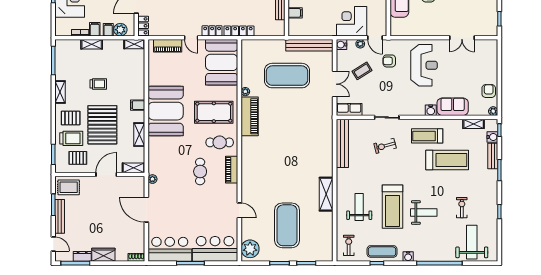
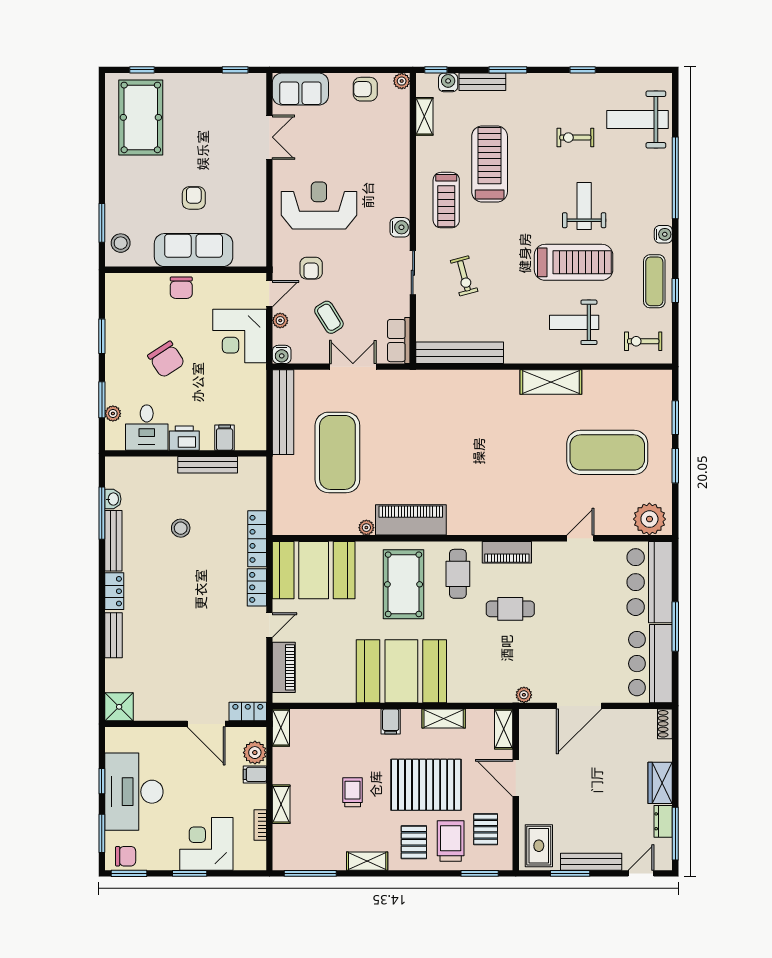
filing cabinet: (95, 29) -> (254, 799), removed
sofa: (453, 107) -> (300, 89), moved, turned -90
water cooler: (431, 110) -> (400, 227), moved

